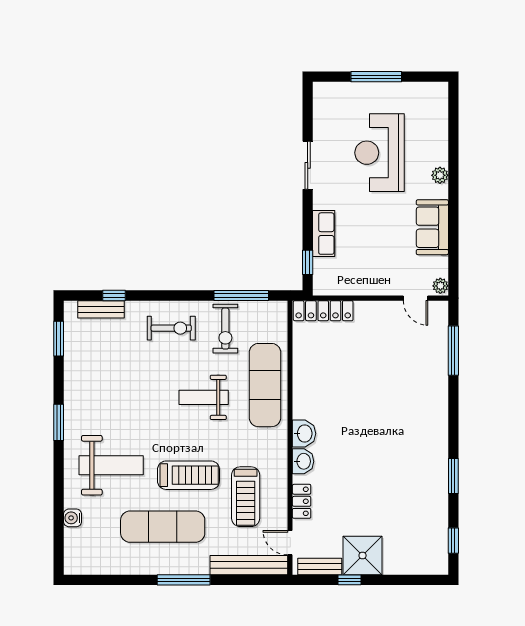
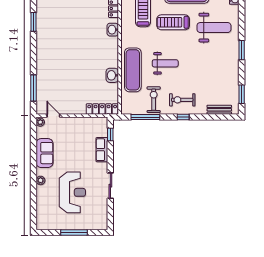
window: (114, 296) -> (183, 117), moved
washbasin: (304, 434) -> (112, 75), moved
weight bench: (111, 465) -> (214, 28), turned 180

